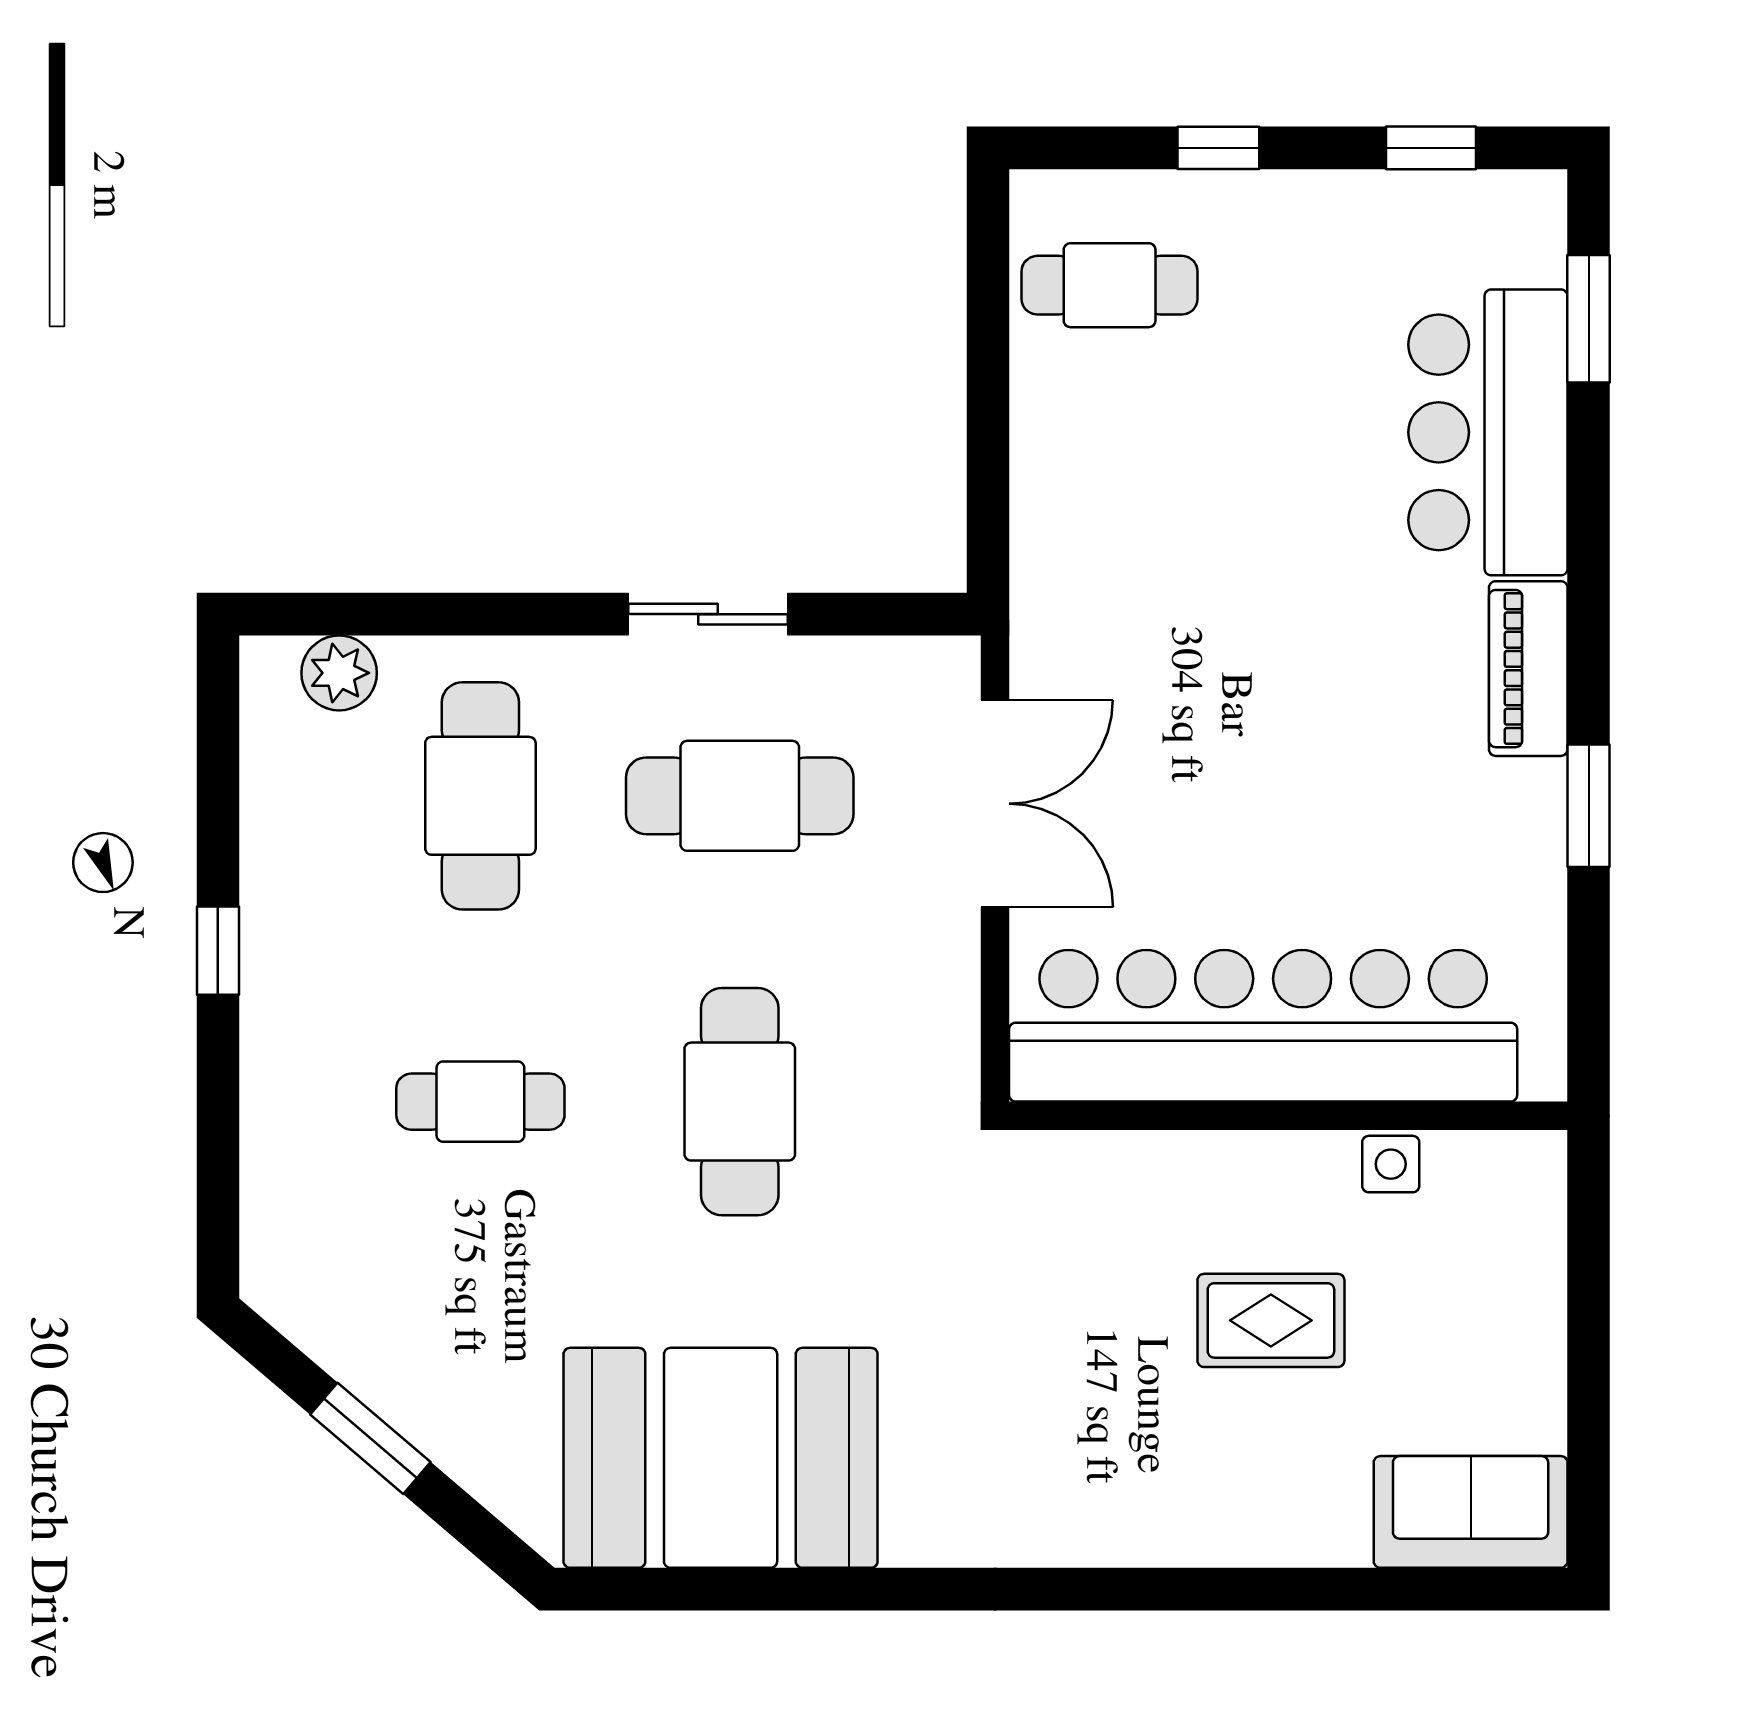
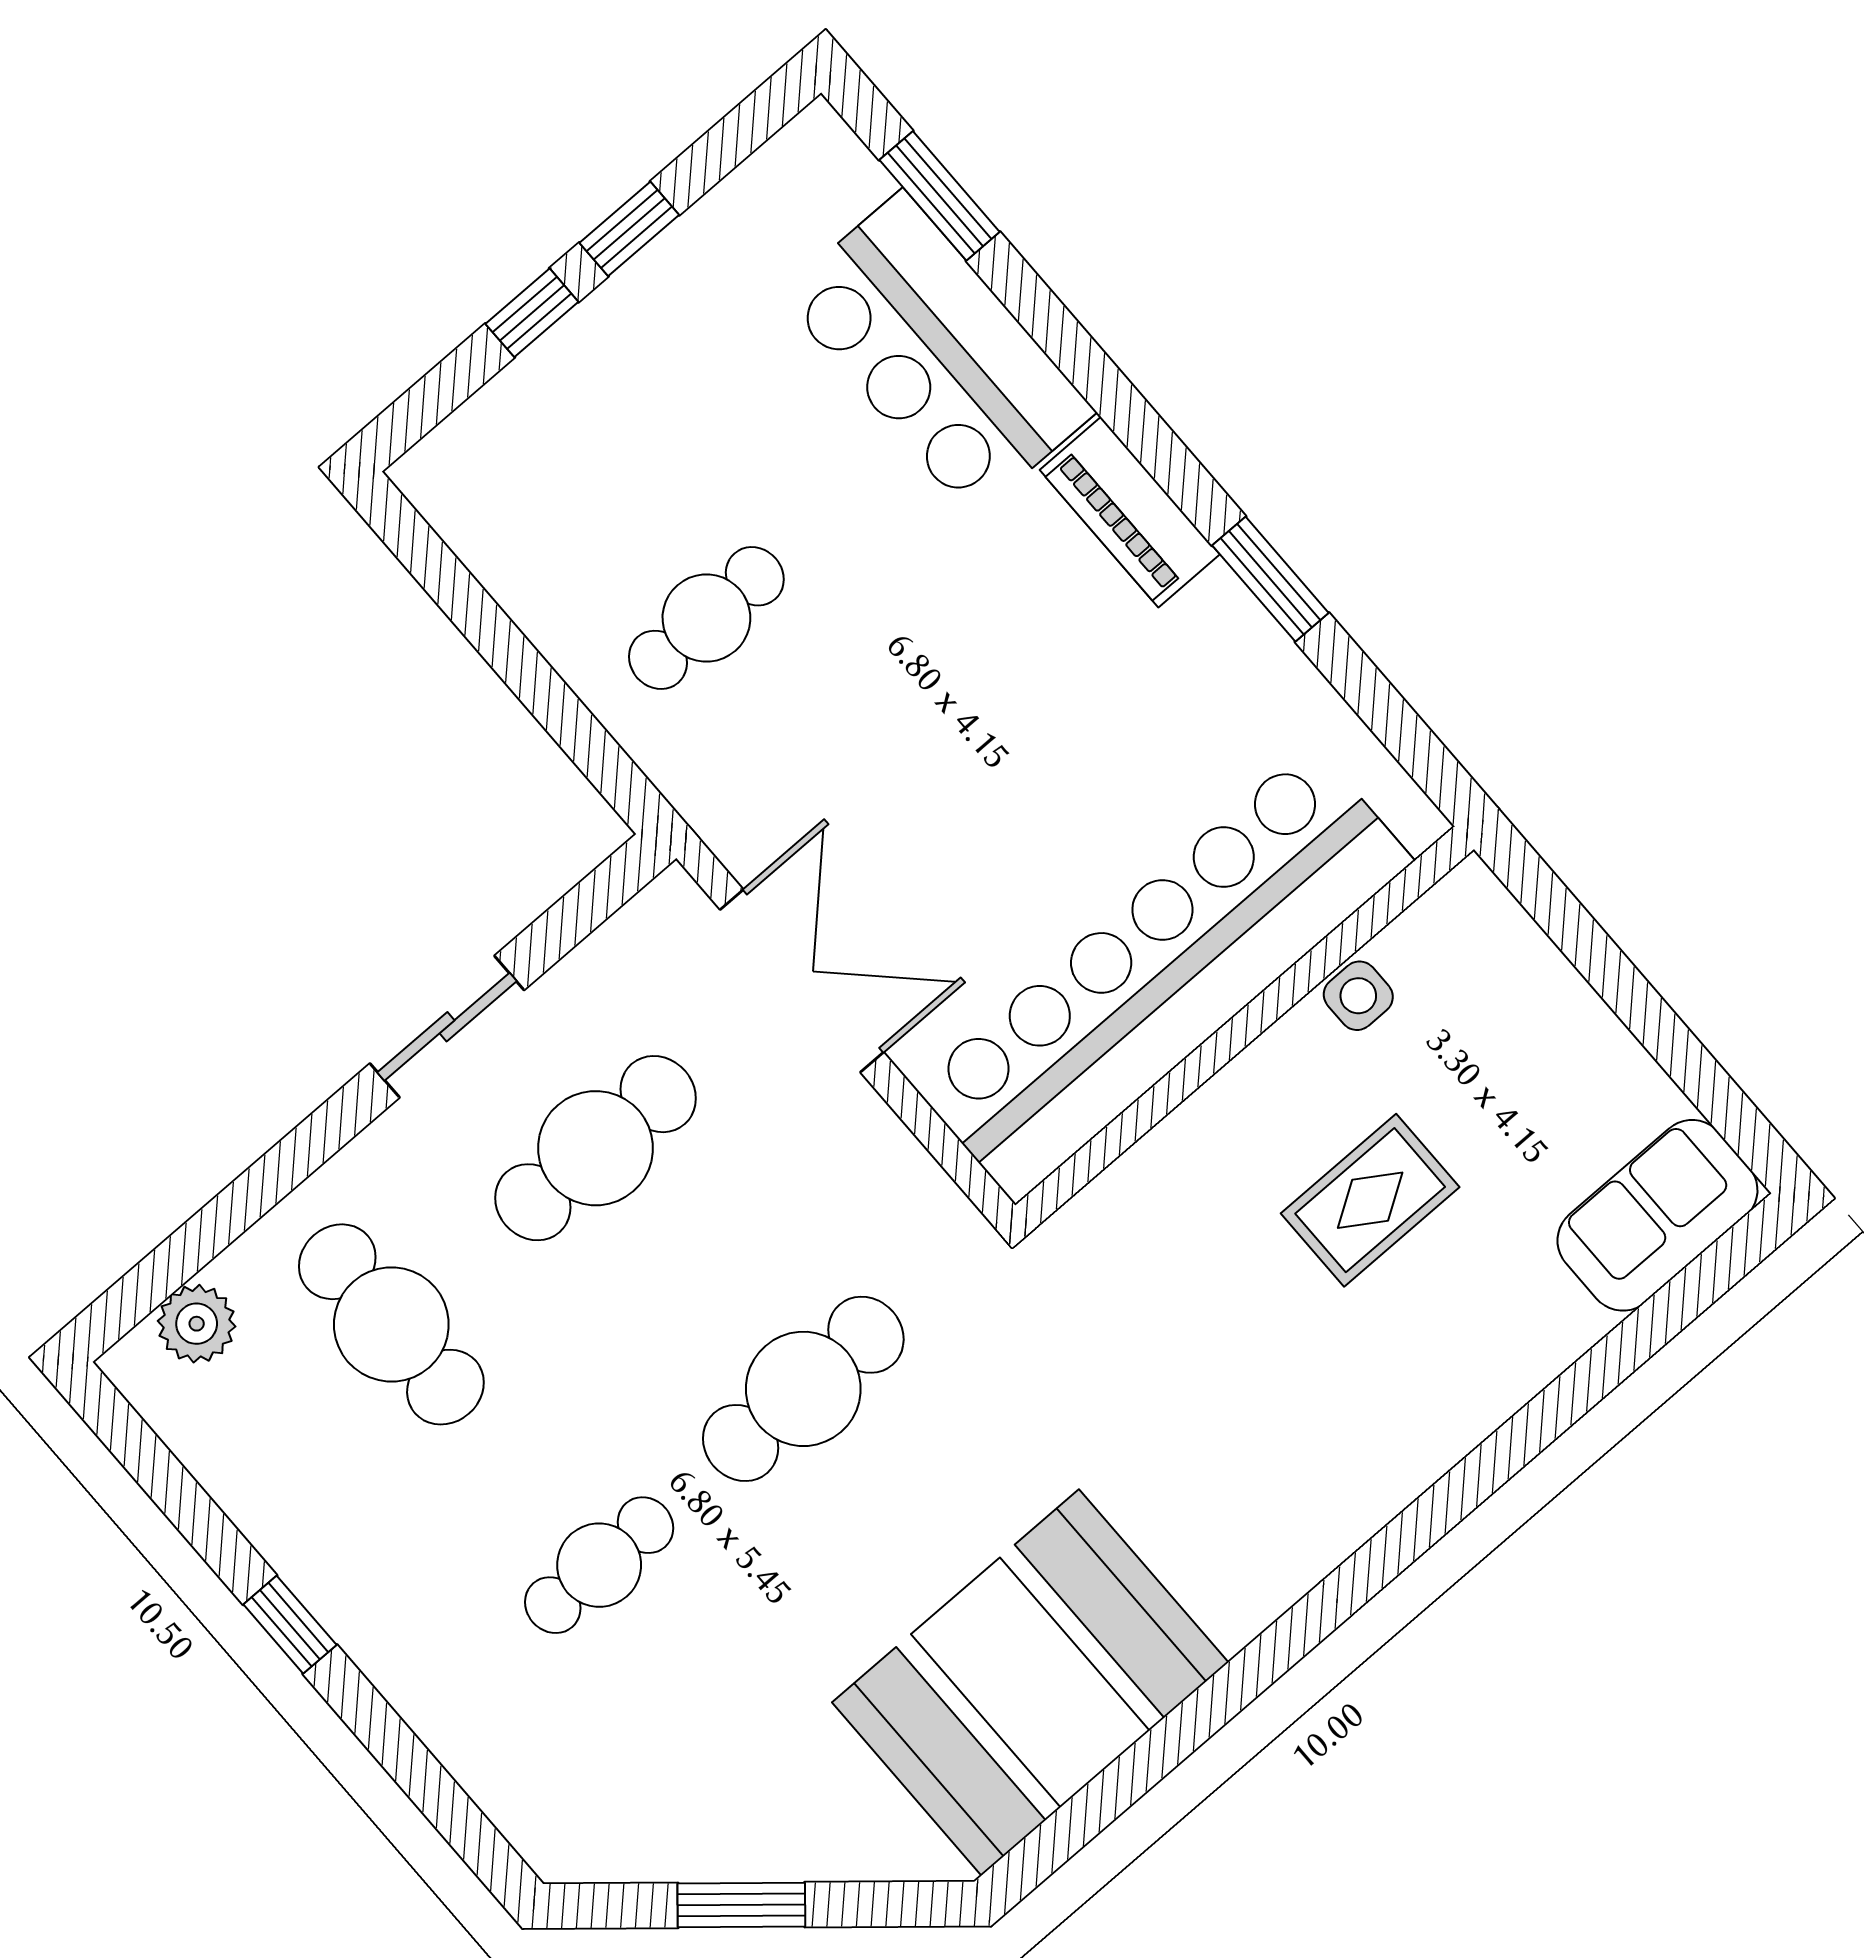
window: (1431, 148) -> (629, 229), moved
cafe table: (1110, 285) -> (706, 618), moved
cafe table: (740, 1102) -> (803, 1389), turned 90

